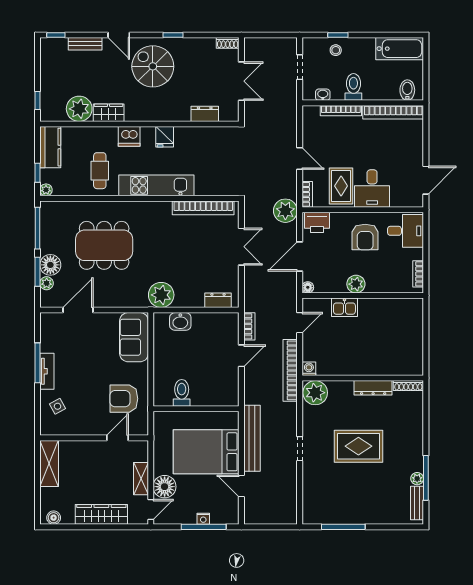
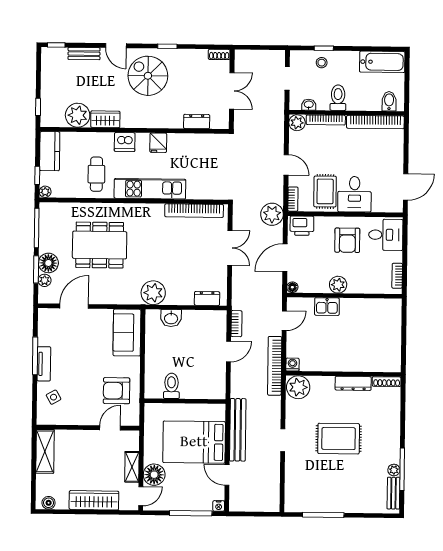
plant: (311, 114) -> (297, 123), added
nightstand: (203, 519) -> (219, 506), moved

